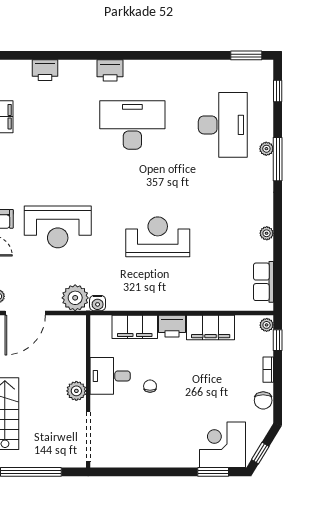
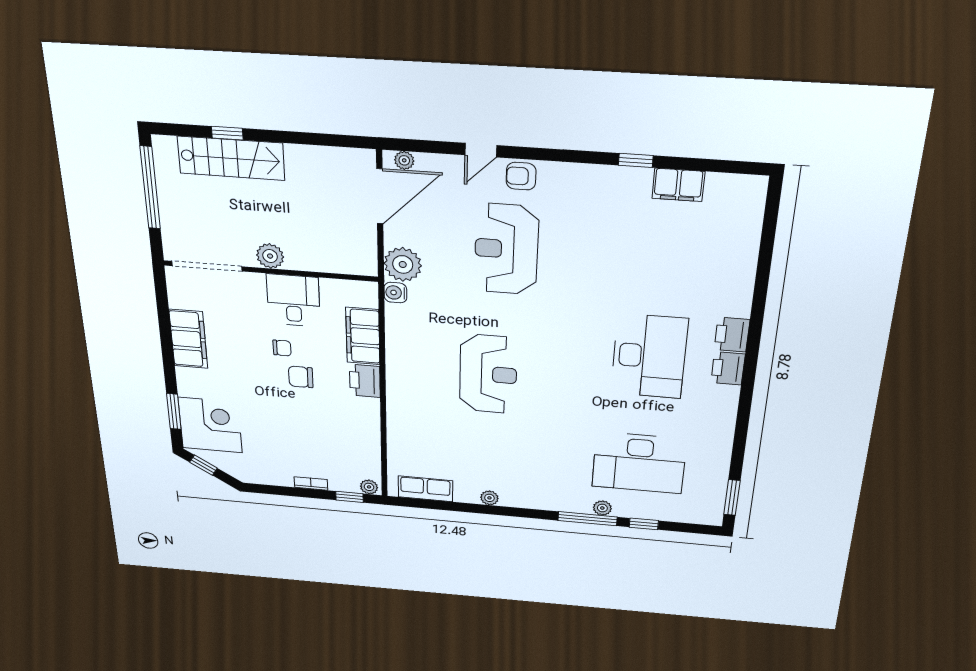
printer: (45, 70) -> (728, 368), moved
window: (278, 91) -> (644, 524), moved
door: (25, 313) -> (380, 196), swing flipped
filing cabinet: (211, 327) -> (188, 339), moved, turned 180
chair: (263, 400) -> (301, 377), moved

